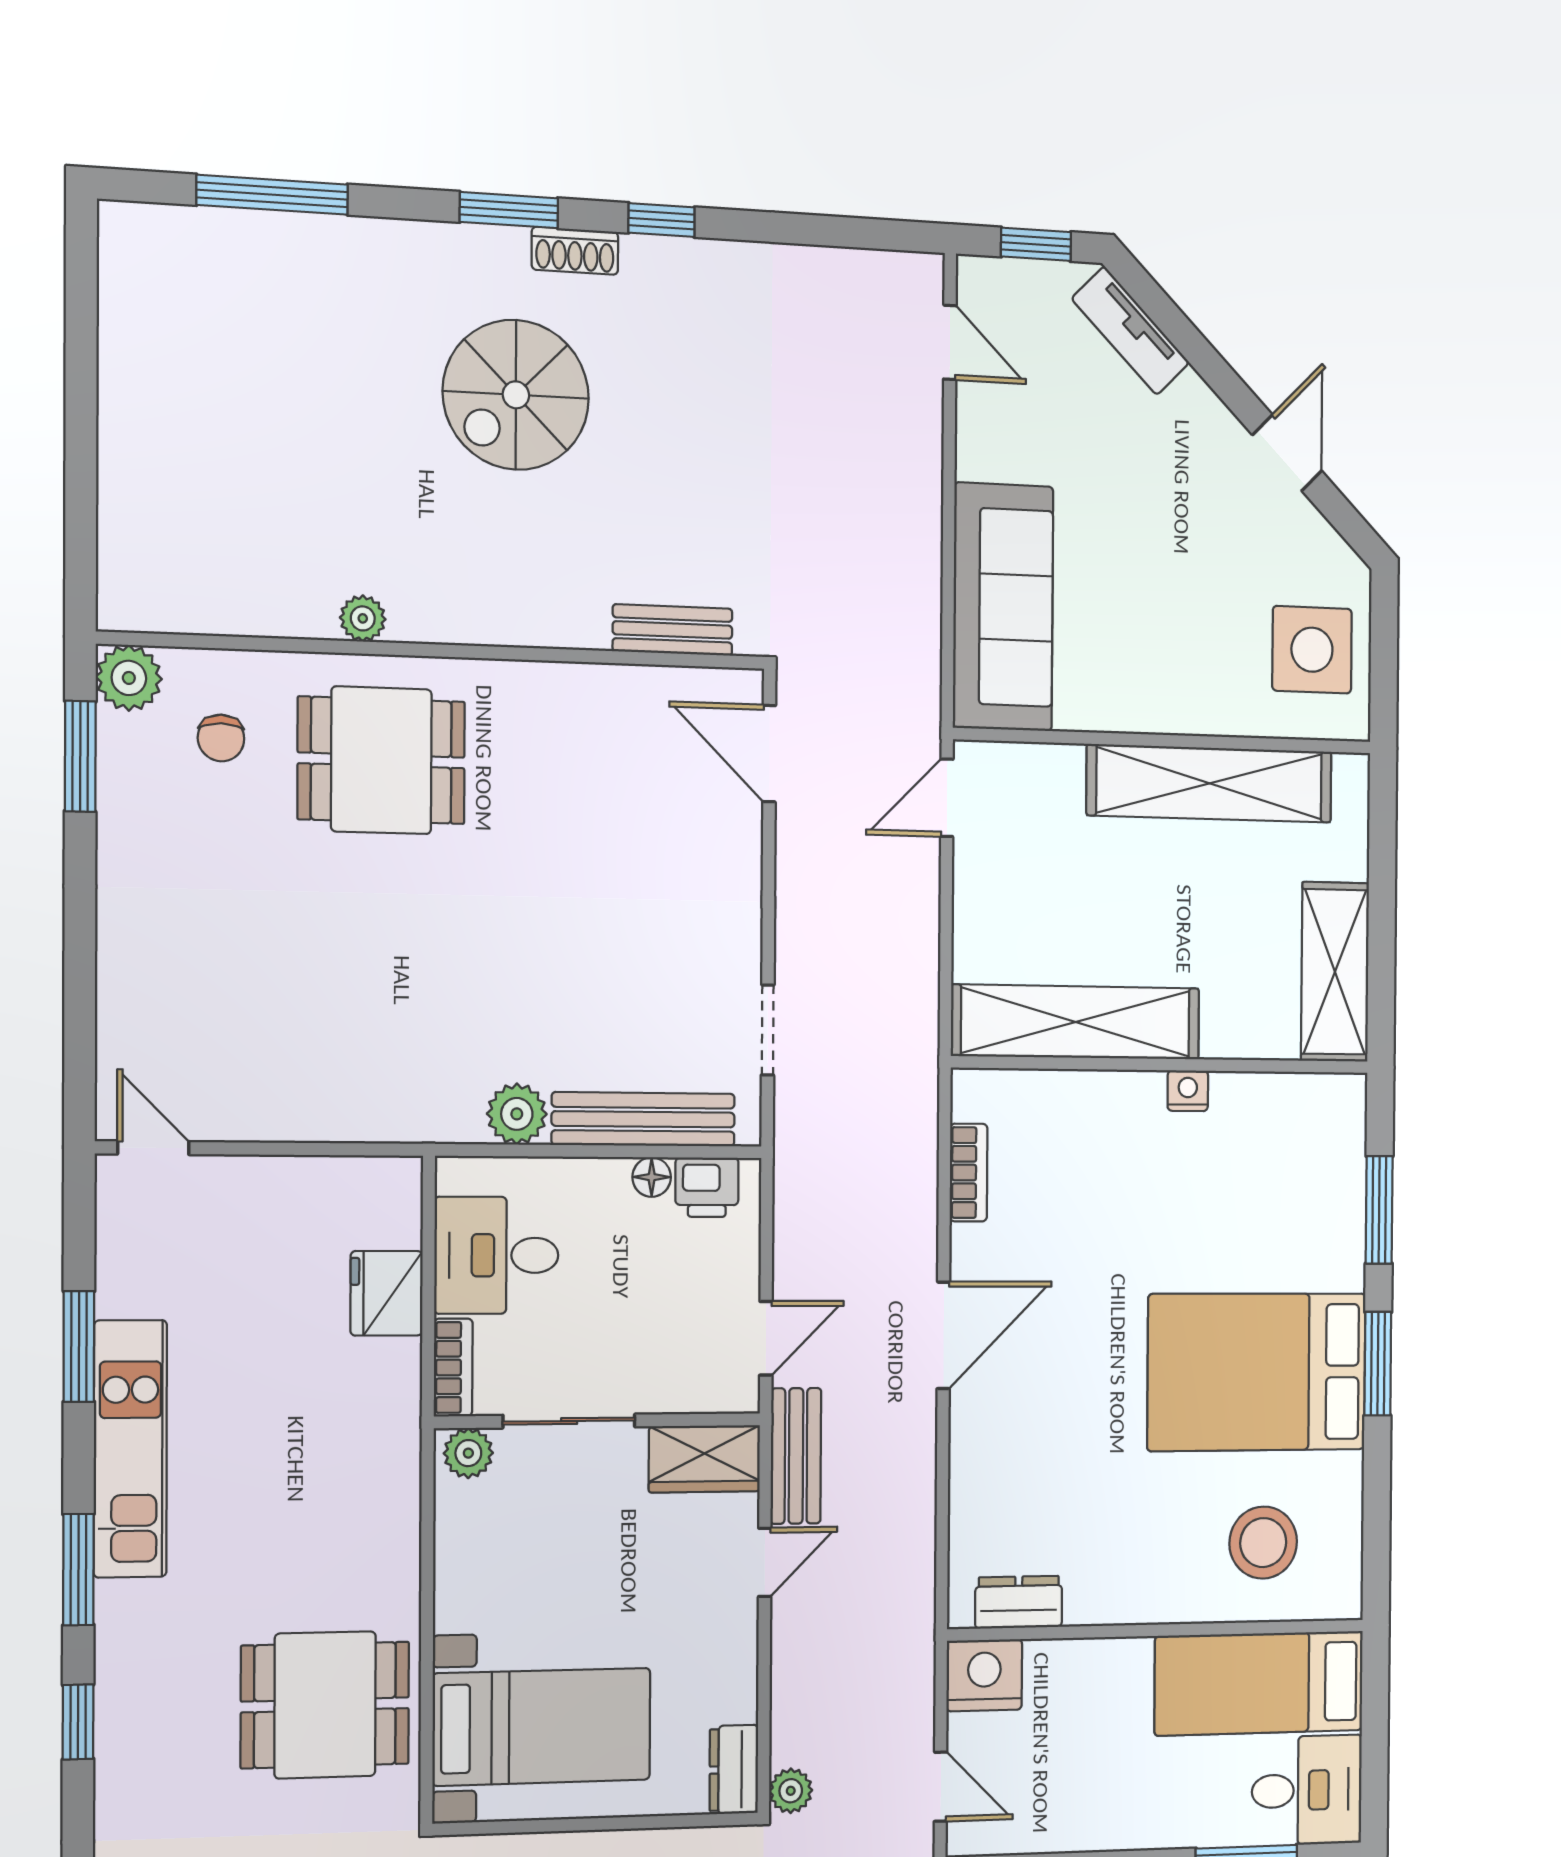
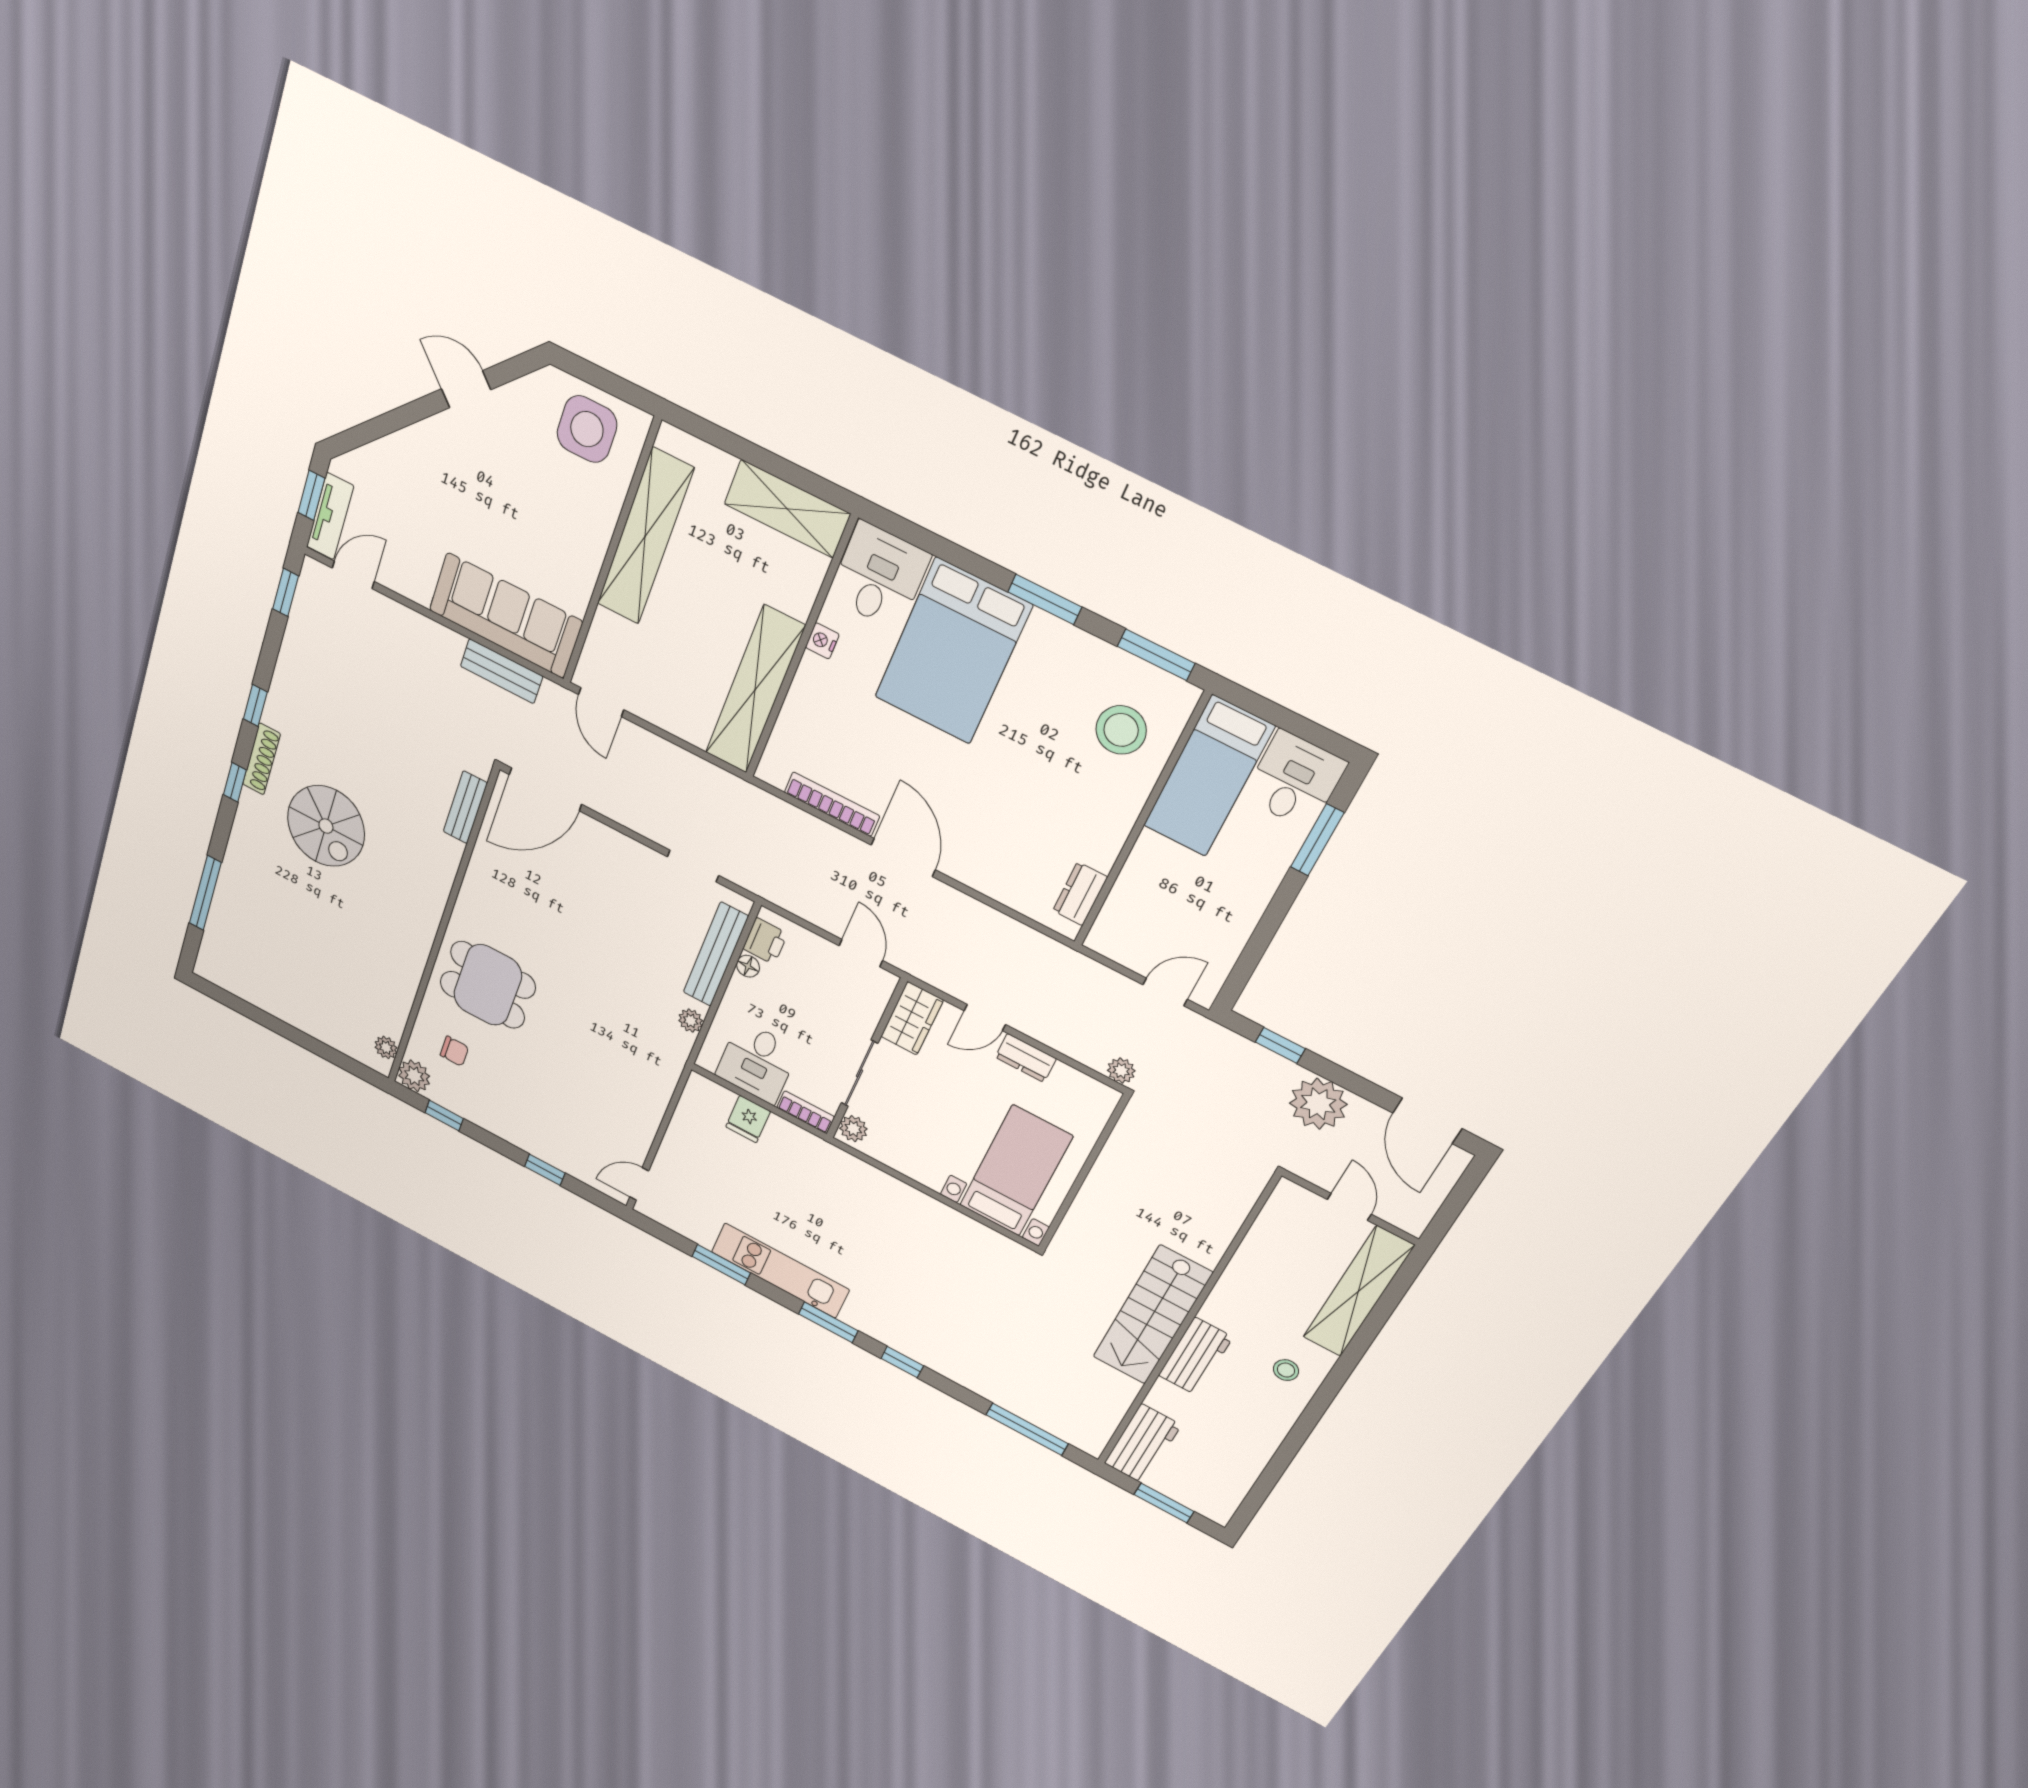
window: (509, 210) -> (235, 782), width x0.67
window: (870, 234) -> (286, 592), added
shoe rack: (575, 251) -> (261, 759), width x1.43
tv unit: (1130, 331) -> (330, 516), moved, turned -45
plant: (363, 618) -> (386, 1048), moved
door: (769, 754) -> (545, 789), width x1.36
window: (80, 756) -> (444, 1116), width x0.67
dining table: (381, 760) -> (488, 985), turned 90
window: (80, 973) -> (545, 1170), added
plant: (517, 1114) -> (691, 1021), width x0.73, depth x0.73
desk: (1307, 1133) -> (879, 576), added
bookcase: (969, 1173) -> (832, 804), width x1.56
window: (1379, 1210) -> (1156, 655), moved
fridge: (387, 1293) -> (748, 1119), width x0.72
bed: (1257, 1372) -> (953, 651), moved
bench: (796, 1456) -> (502, 671), moved
door: (765, 1562) -> (985, 1018), swing flipped
nightstand: (984, 1675) -> (1113, 935), removed
dining table: (325, 1705) -> (950, 1259), removed
dresser: (734, 1769) -> (1026, 1058), moved

